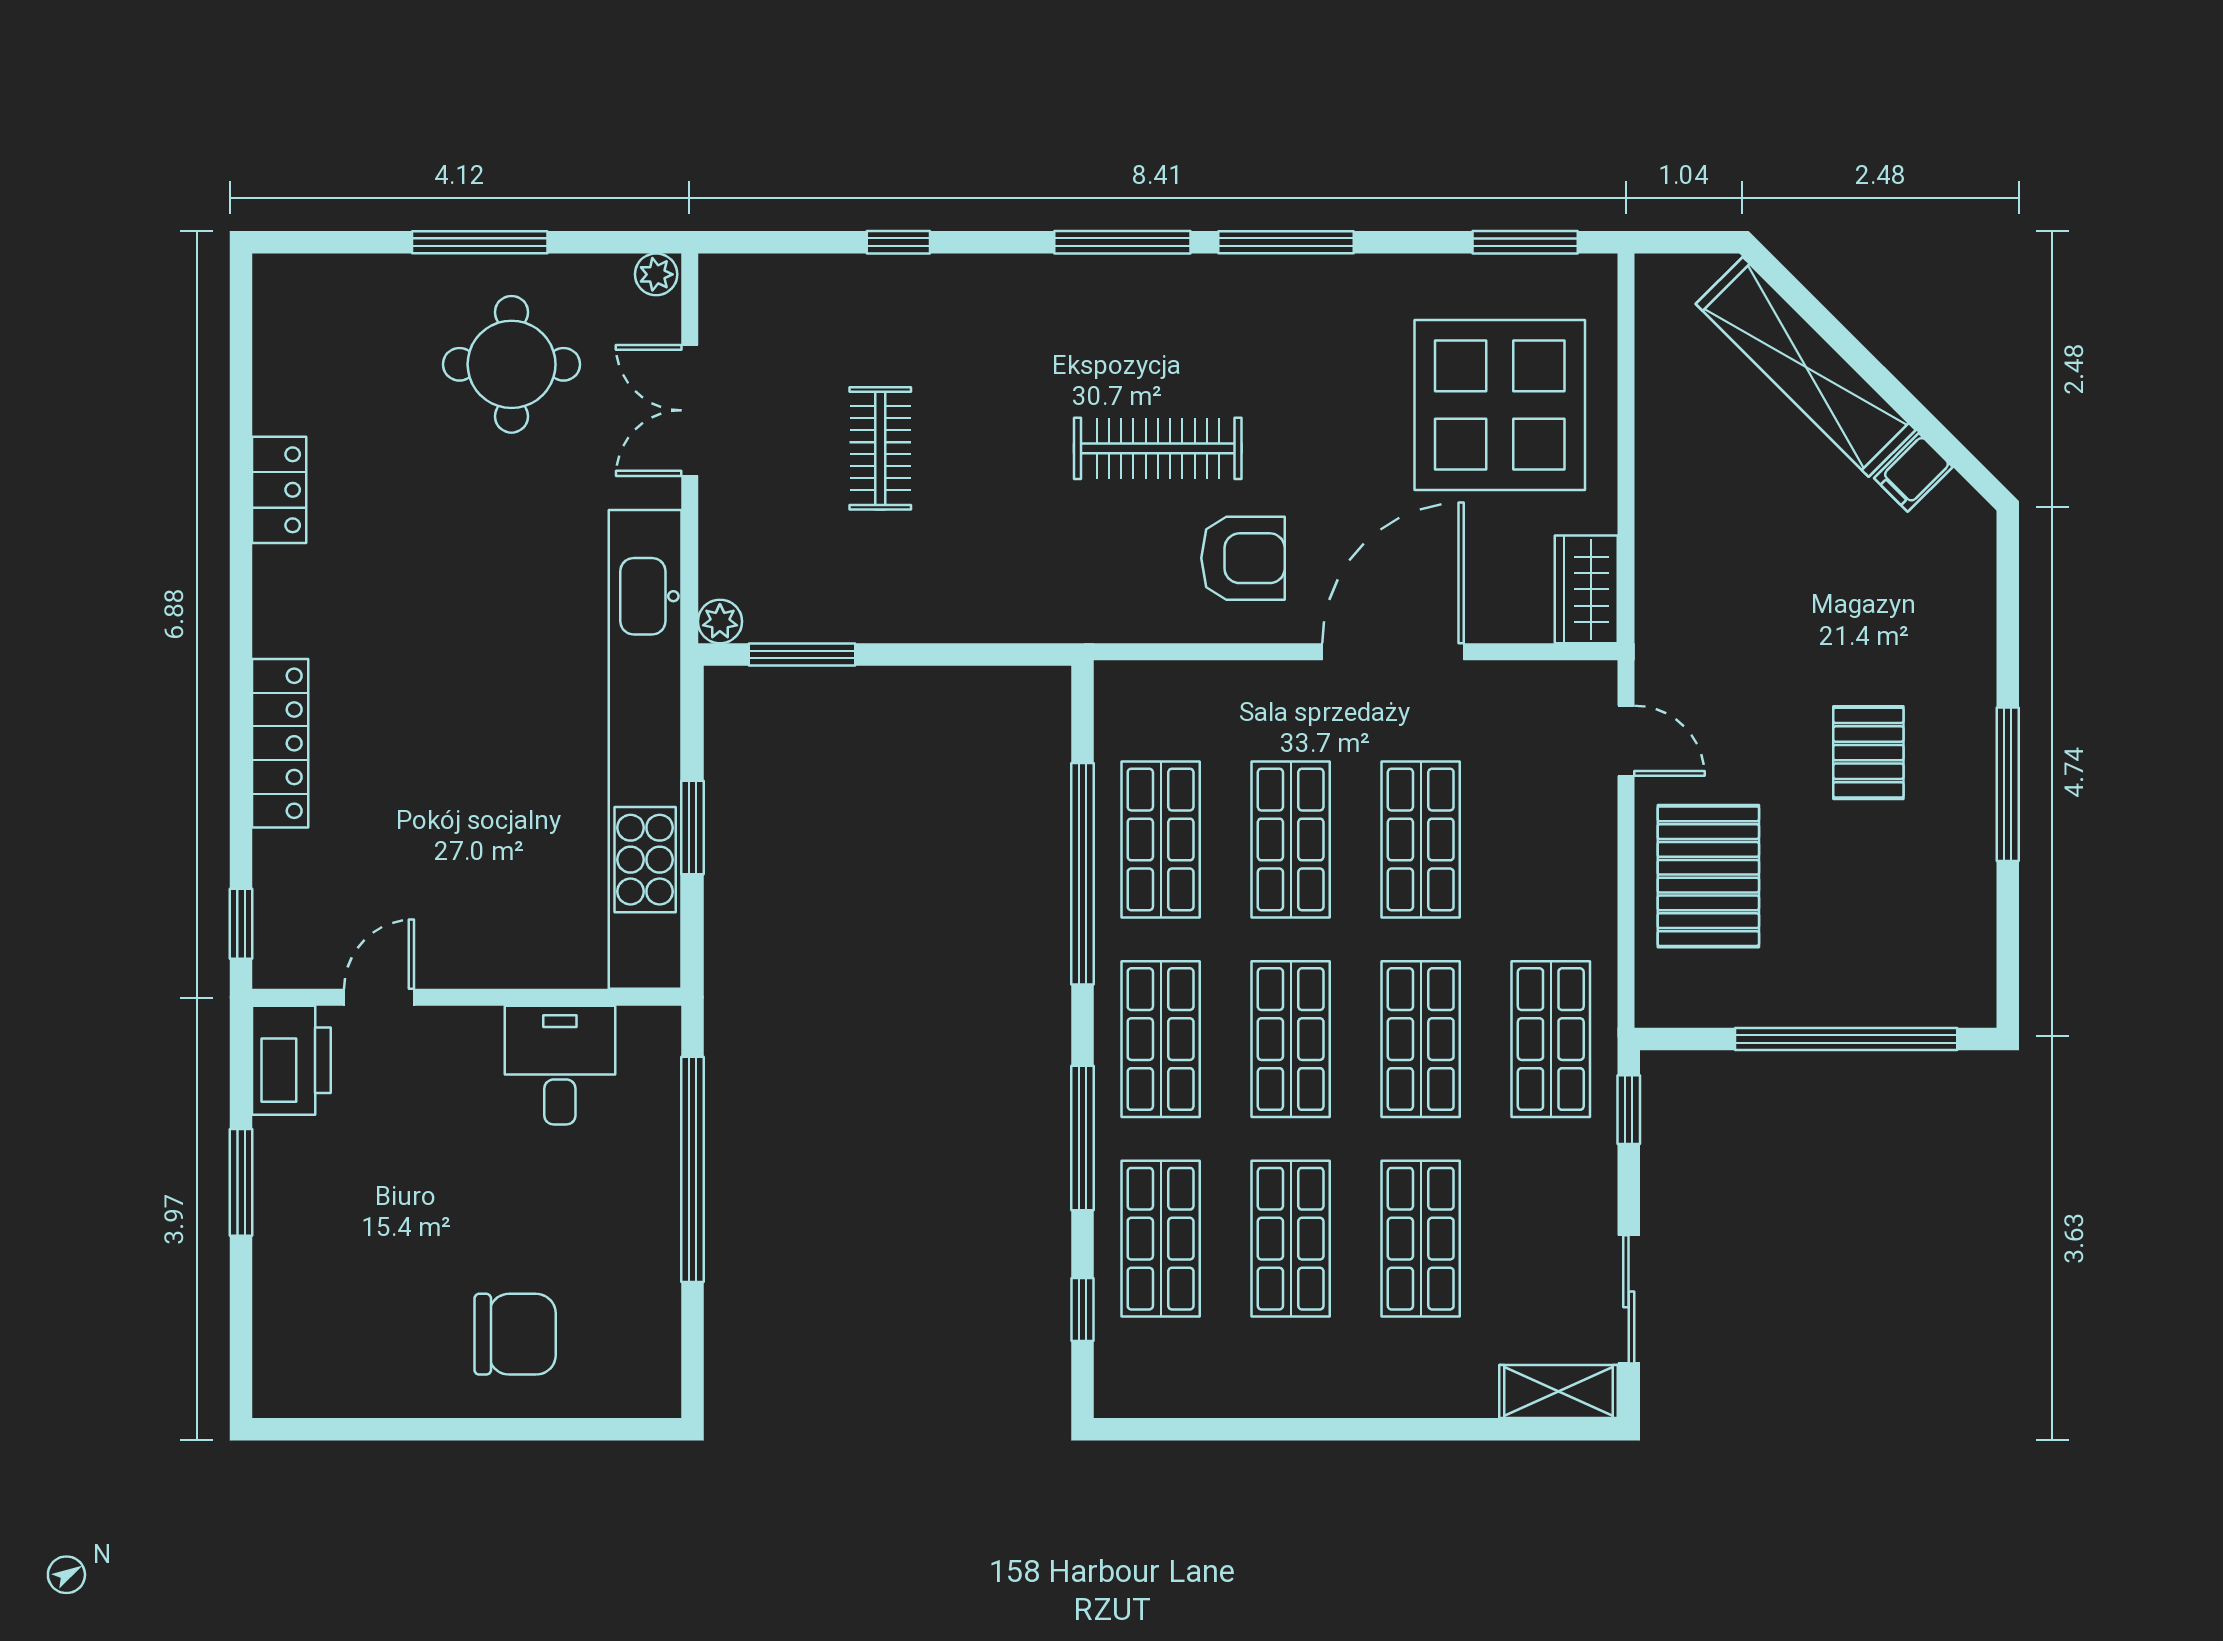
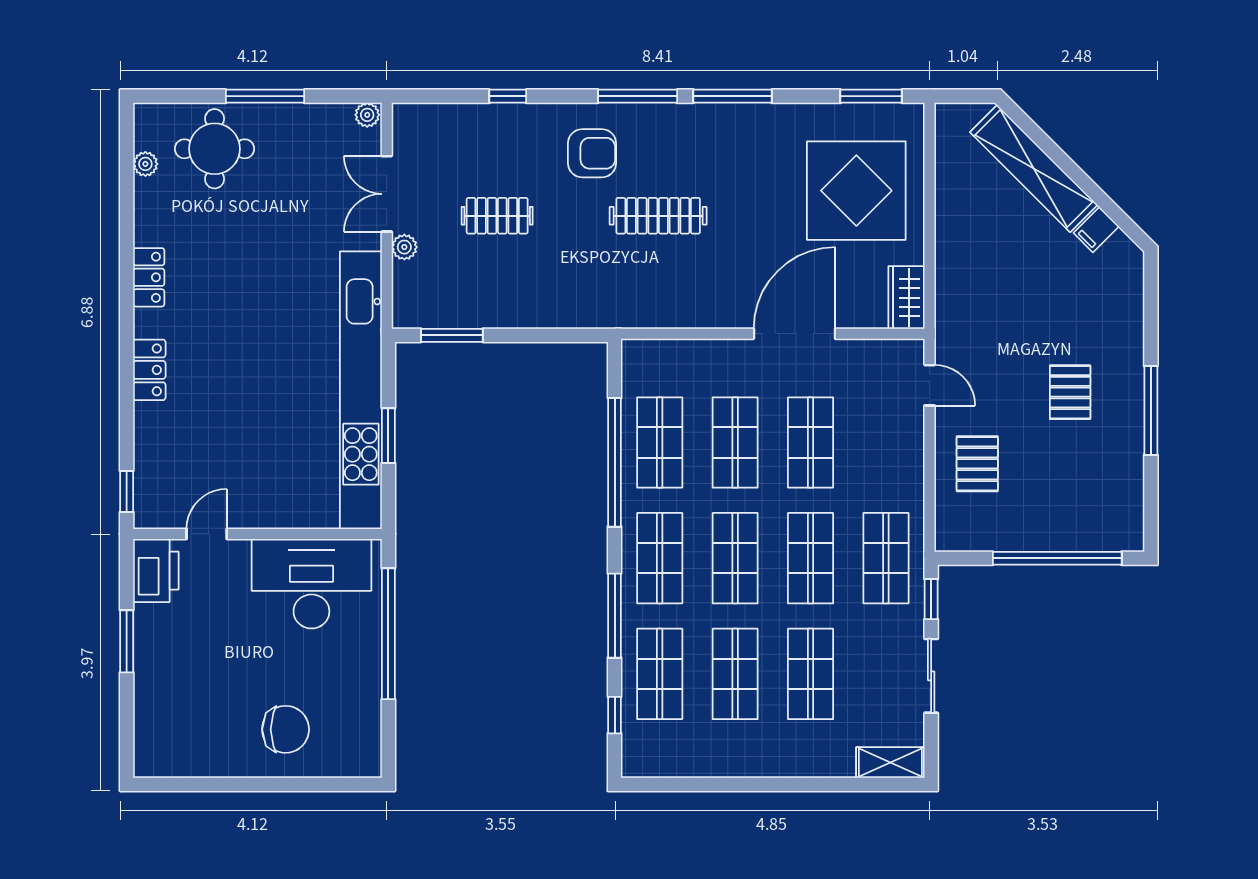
plant: (273, 359) -> (145, 164), added
round table: (512, 364) -> (215, 149), moved
clothes rail: (880, 448) -> (497, 216), turned 90
locker: (279, 490) -> (149, 277), moved
armchair: (1243, 558) -> (592, 153), moved
plant: (720, 621) -> (404, 247), moved
locker: (280, 743) -> (149, 370), width x0.66
pallet: (1708, 876) -> (977, 464), width x0.67, depth x0.71
desk: (560, 1065) -> (311, 584), width x1.87, depth x1.30
sliding door: (1629, 1299) -> (931, 676), moved

